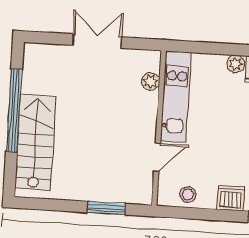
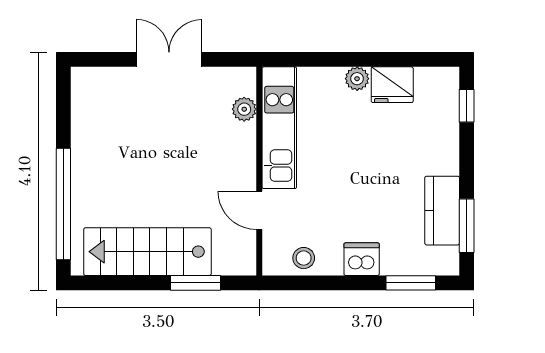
window: (14, 110) -> (63, 204), moved
stairs: (35, 142) -> (147, 252), moved, turned -90
door: (157, 157) -> (259, 210), swing flipped

